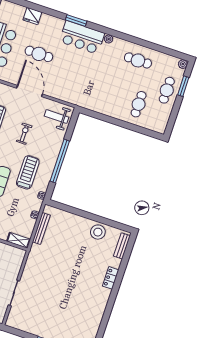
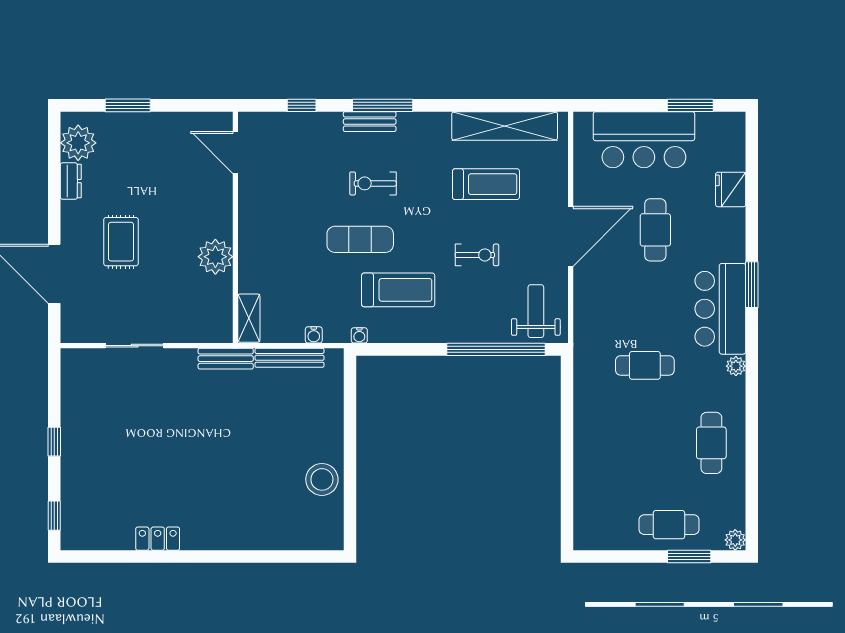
cafe table: (139, 104) -> (645, 365), moved
window: (60, 161) -> (496, 349), moved
bench: (122, 246) -> (226, 359), moved
locker: (111, 278) -> (158, 539), moved

